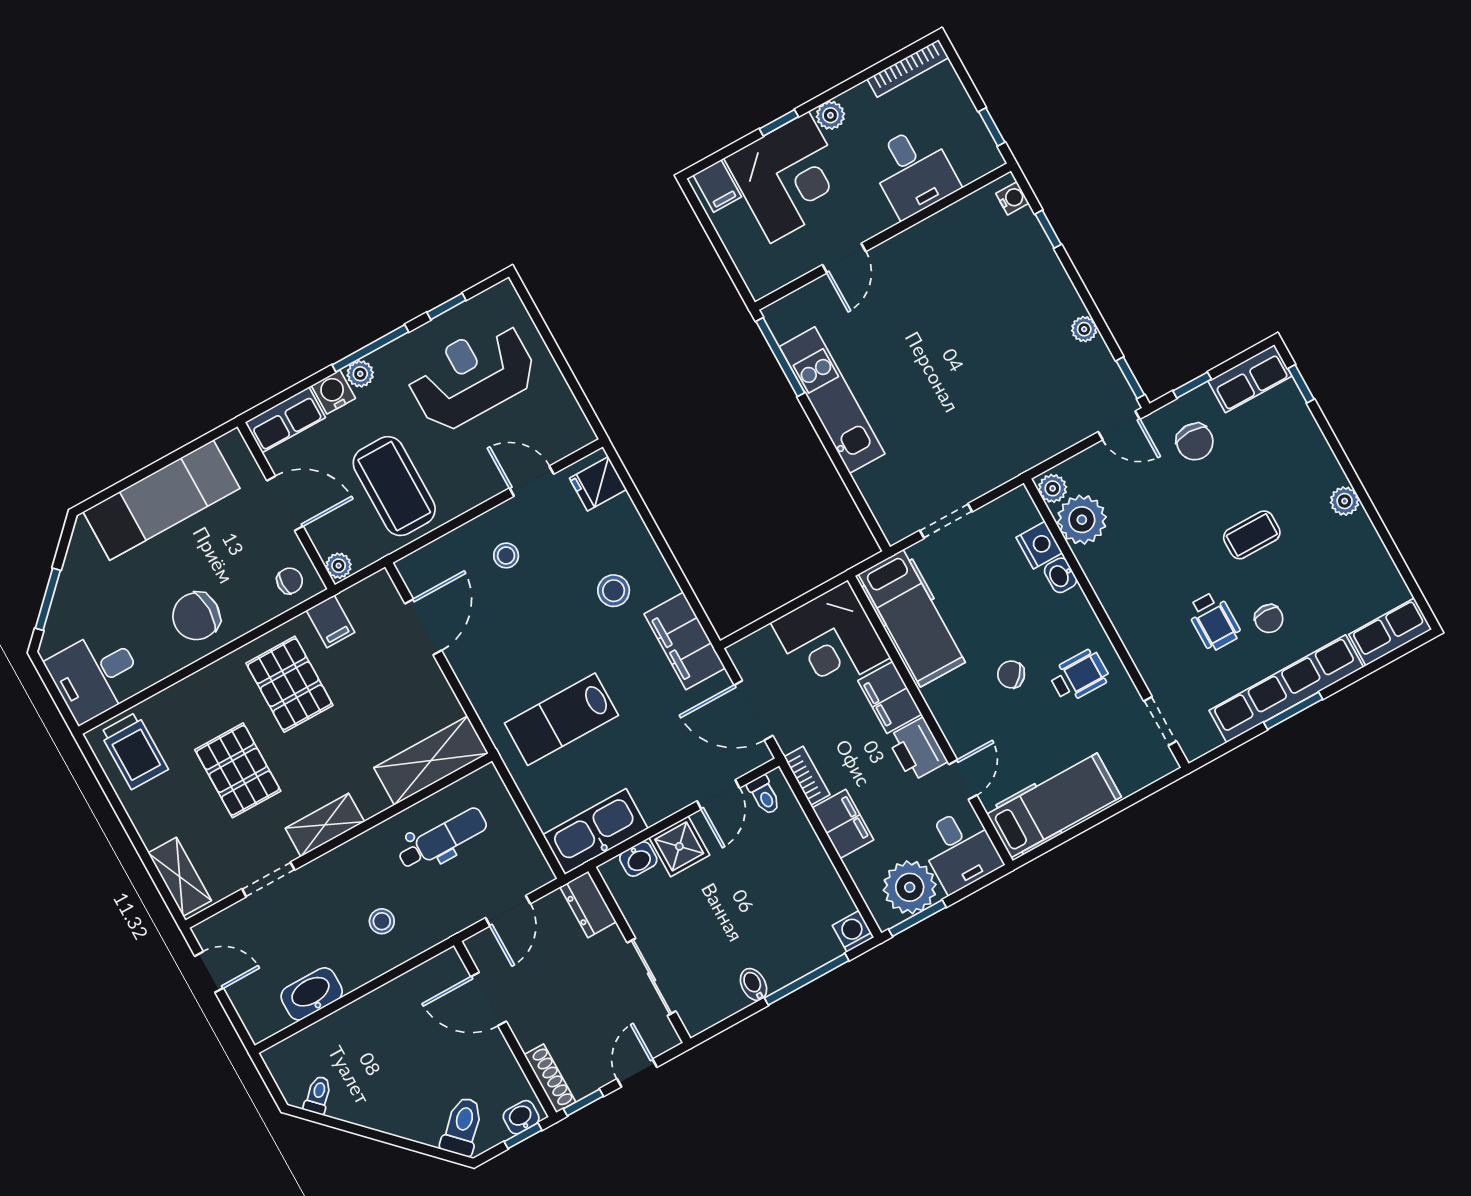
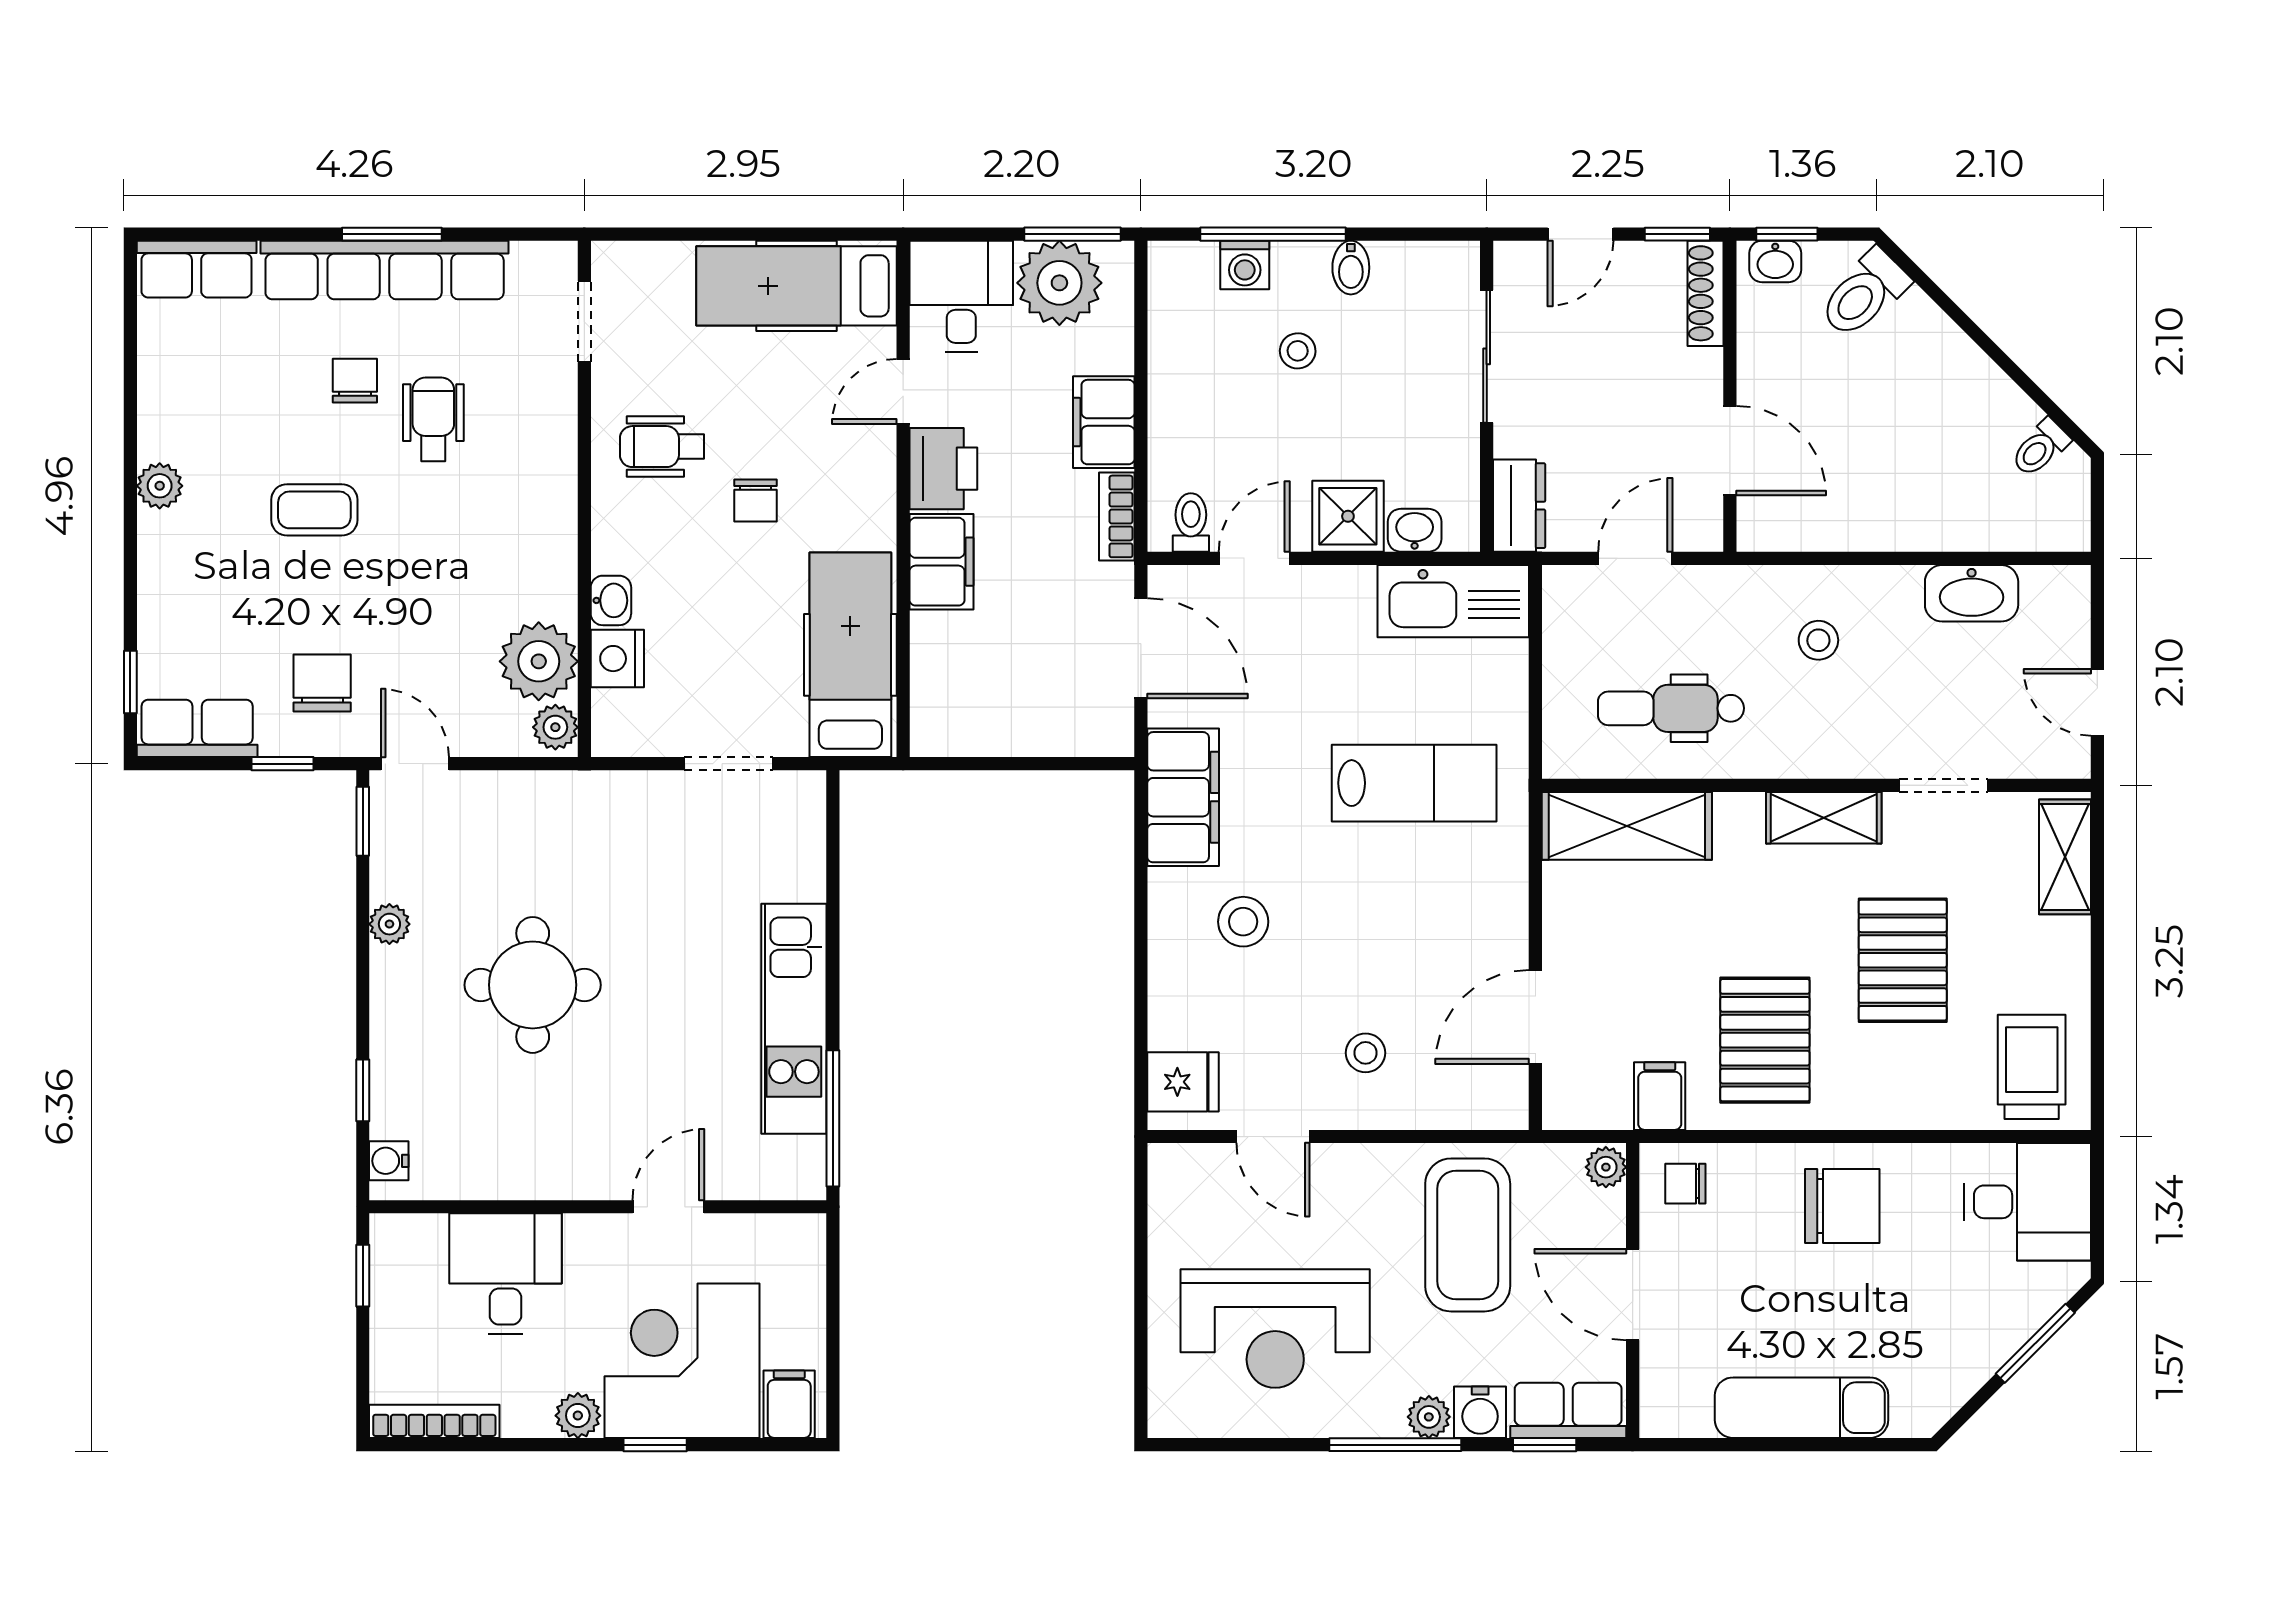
window: (446, 306) -> (1545, 1445), moved
round table: (987, 339) -> (533, 985), added
exam couch: (161, 500) -> (1802, 1408), width x0.73, depth x0.69
corner desk: (830, 640) -> (980, 687), removed
chair: (1011, 674) -> (755, 501), turned 48
stool: (757, 922) -> (1298, 351), added
washing machine: (853, 931) -> (1245, 265), moved

